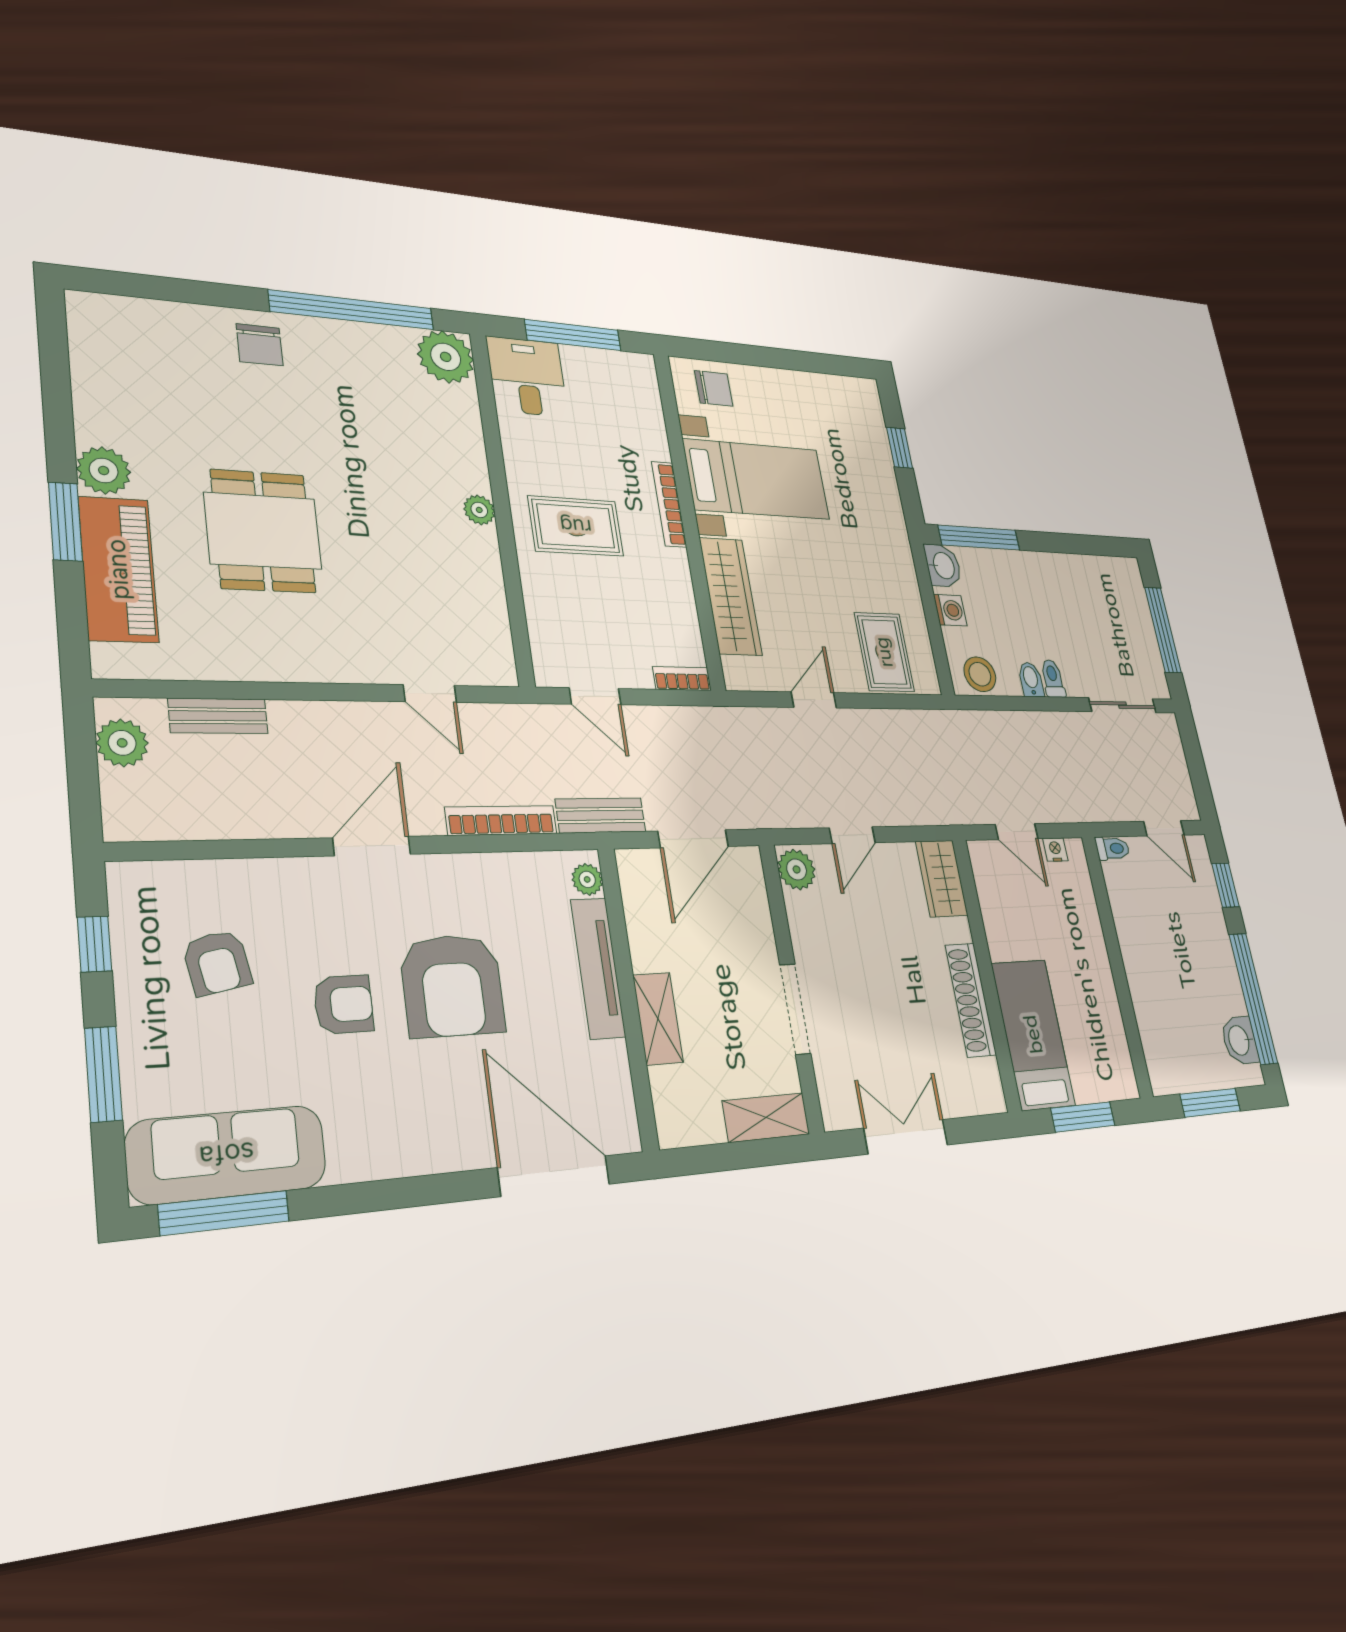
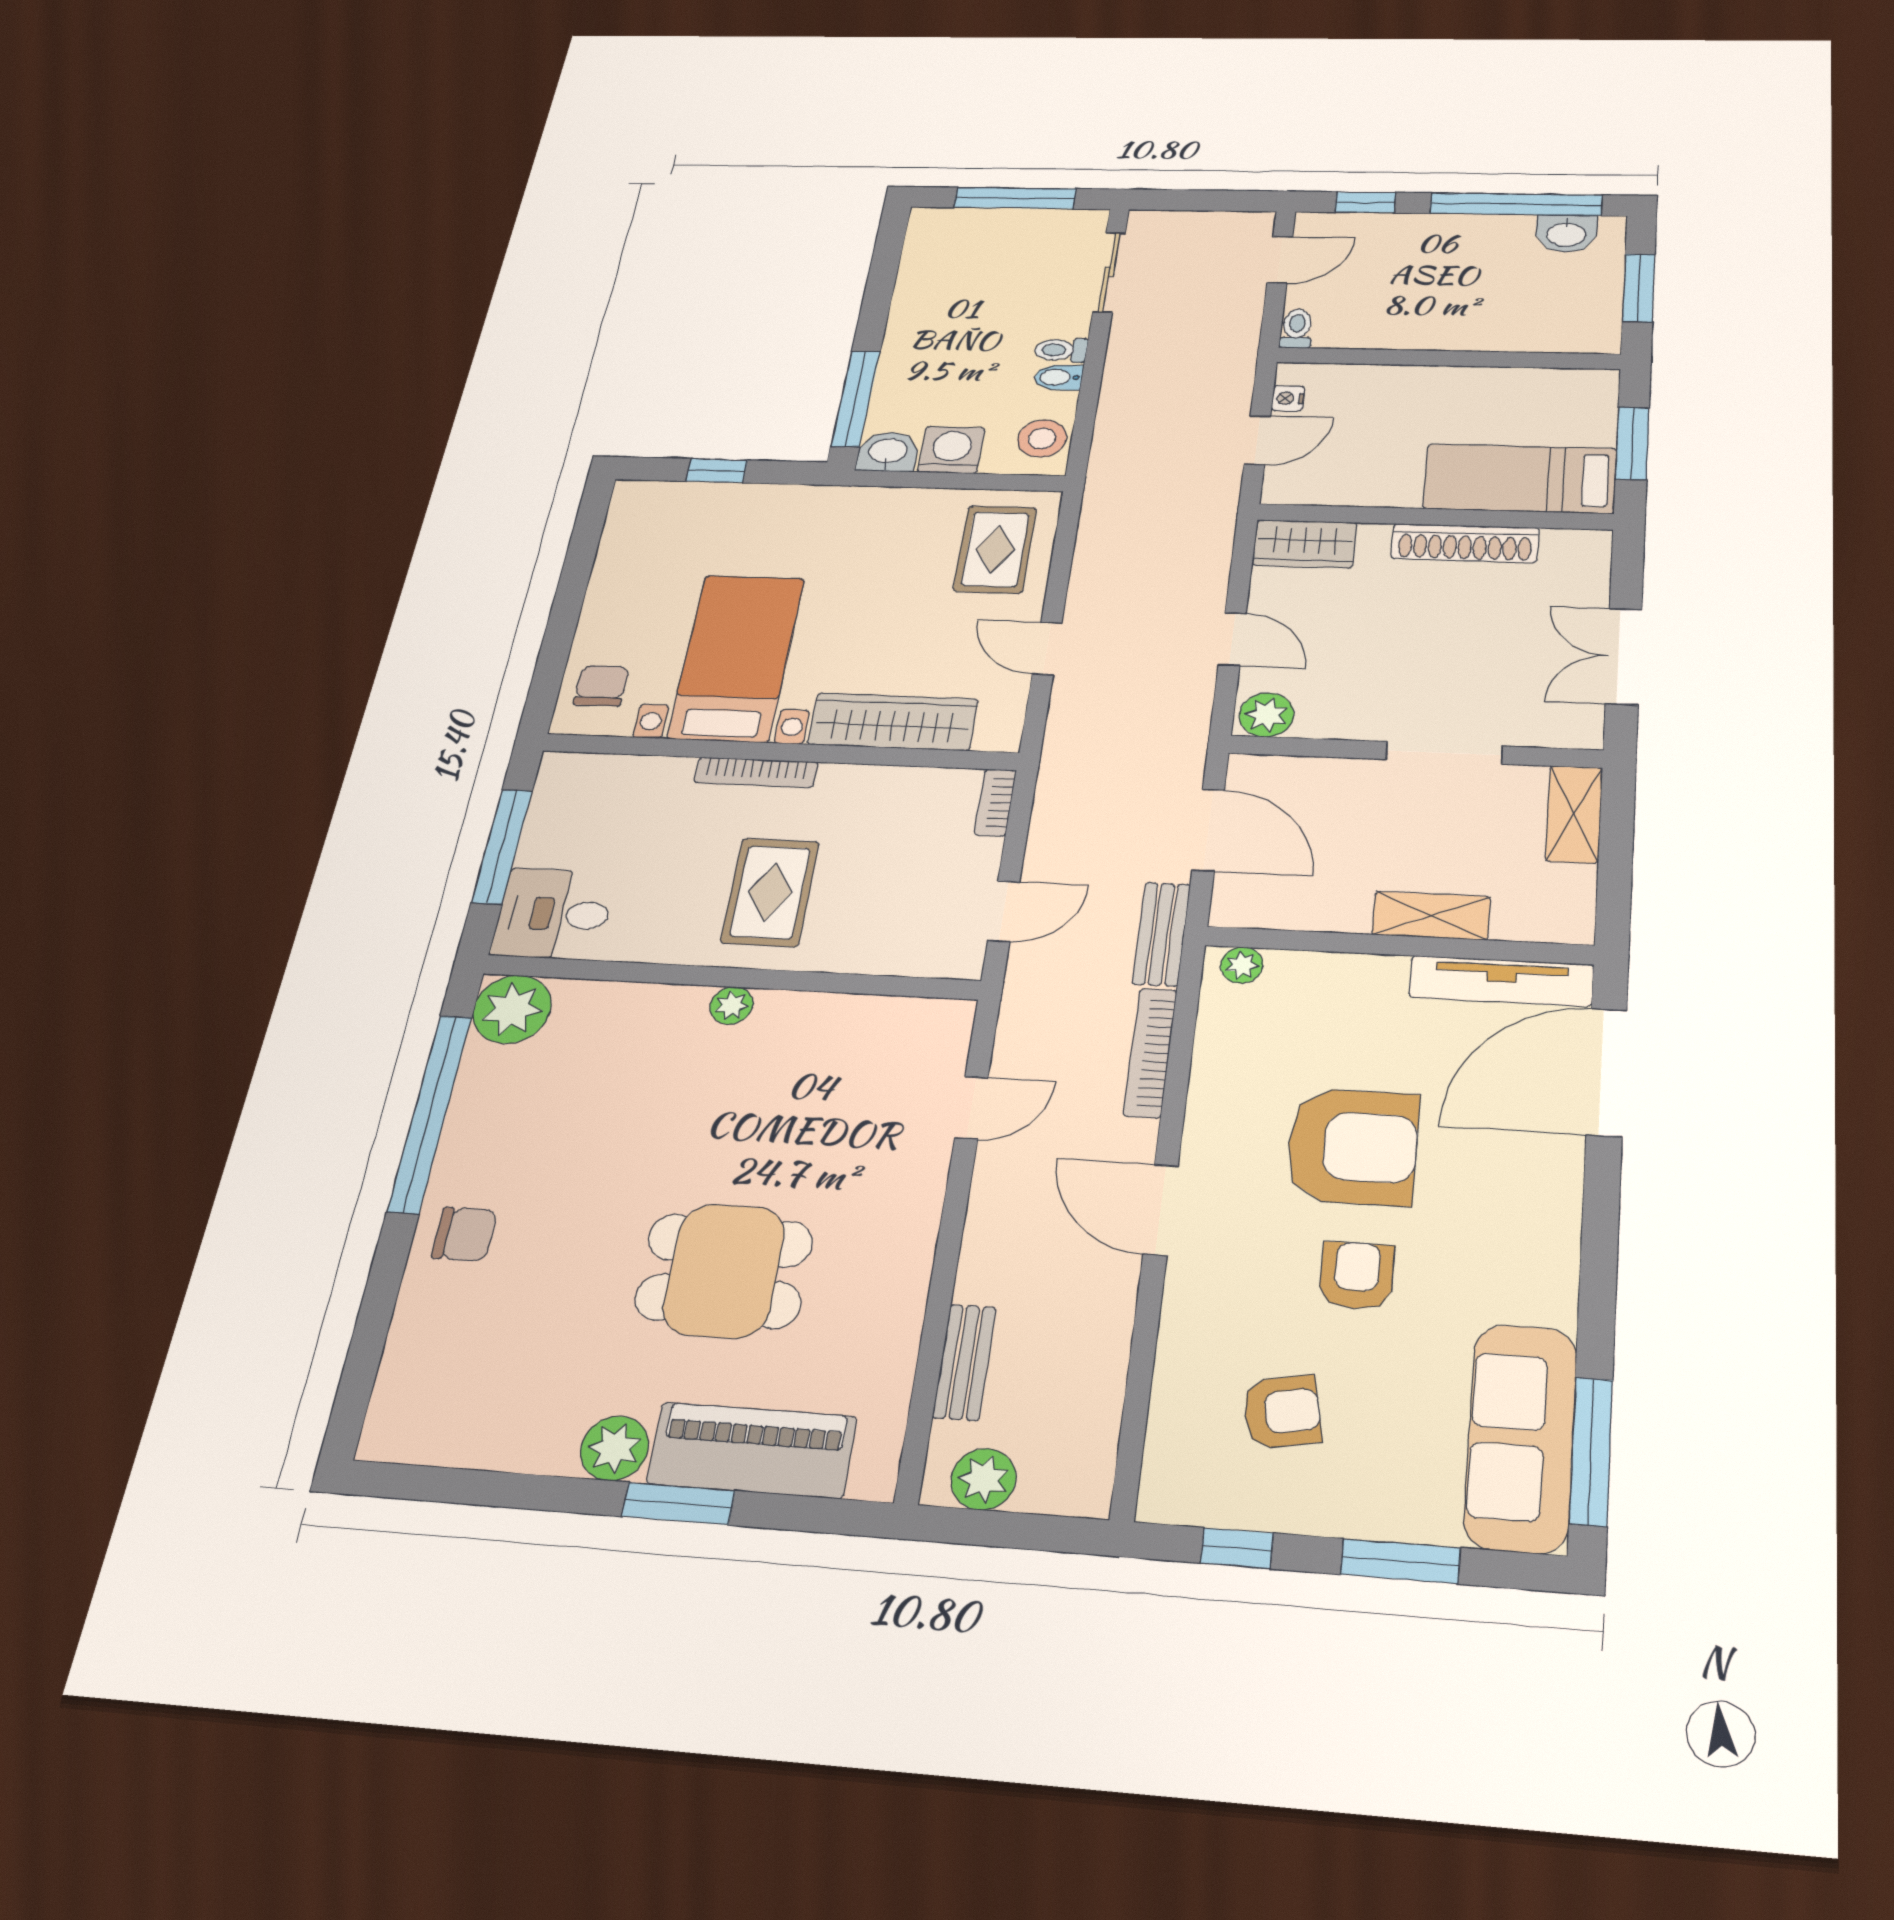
washing machine: (950, 610) -> (951, 450), width x1.38, depth x1.38
rug: (884, 652) -> (995, 549), turned 90
tv unit: (598, 968) -> (1501, 981), moved

